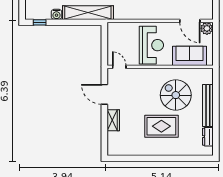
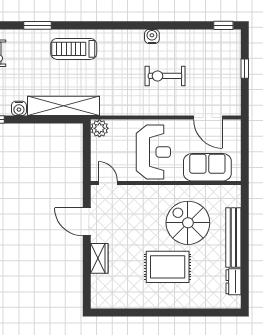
plant: (207, 28) -> (99, 128), moved

